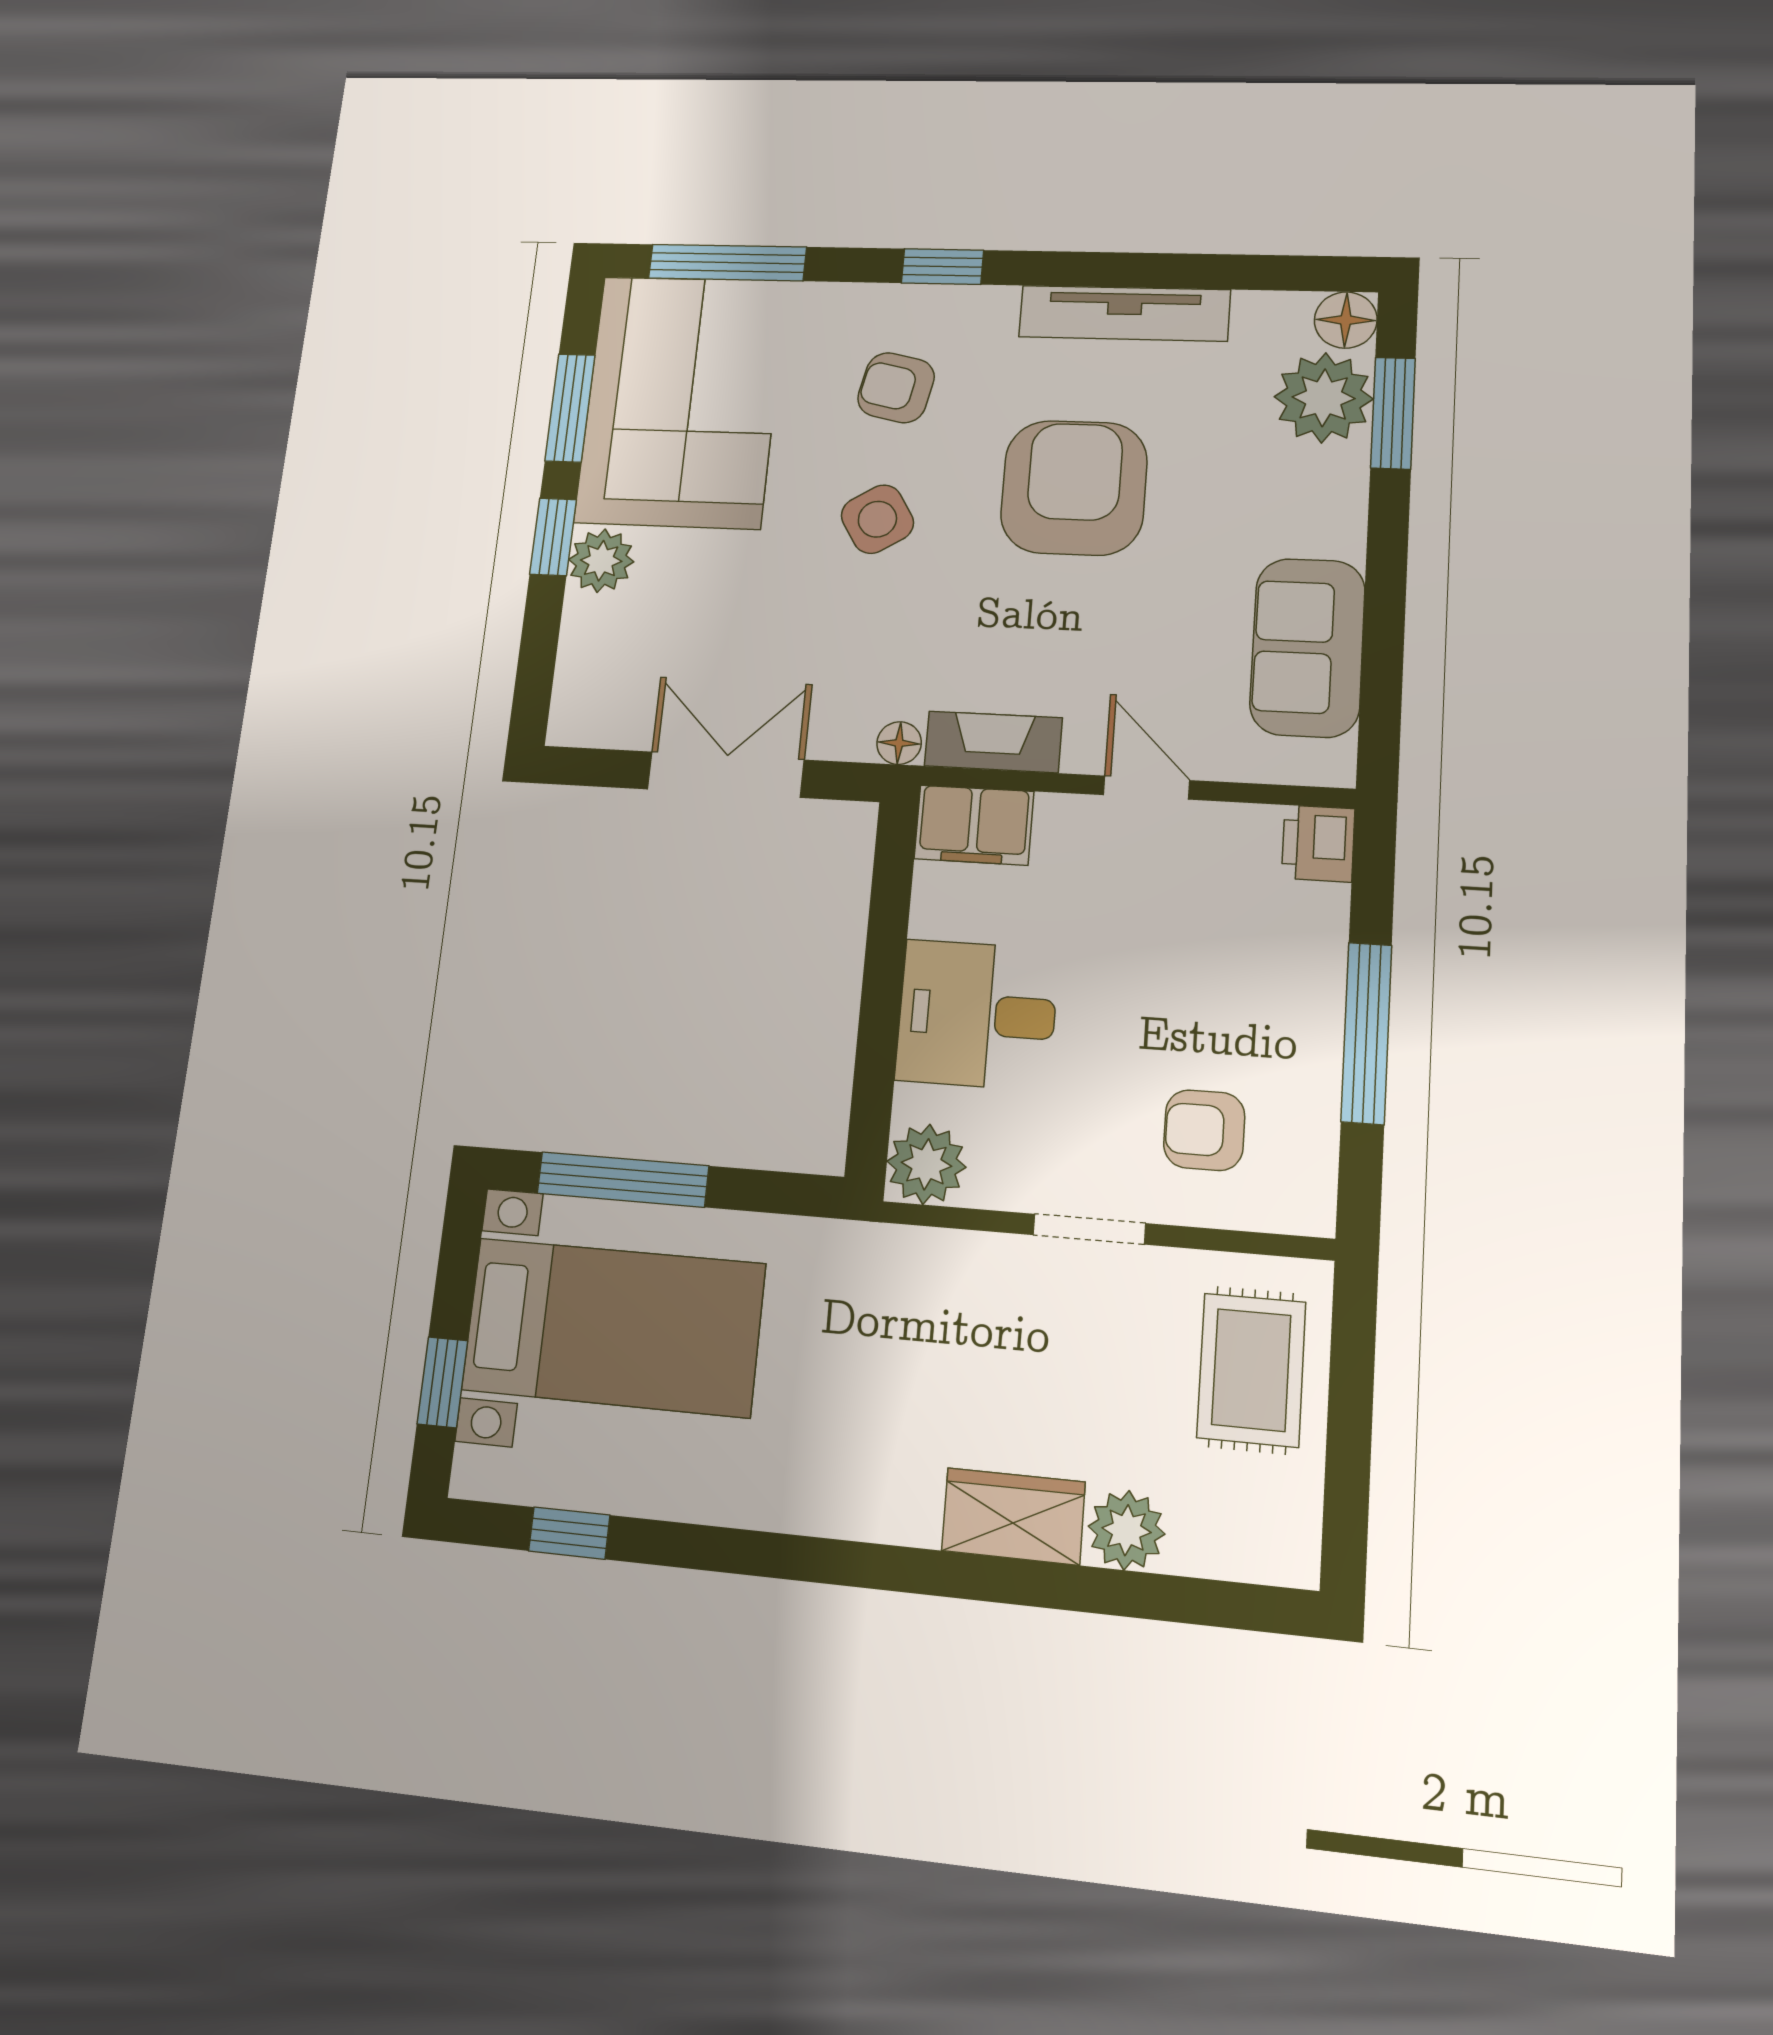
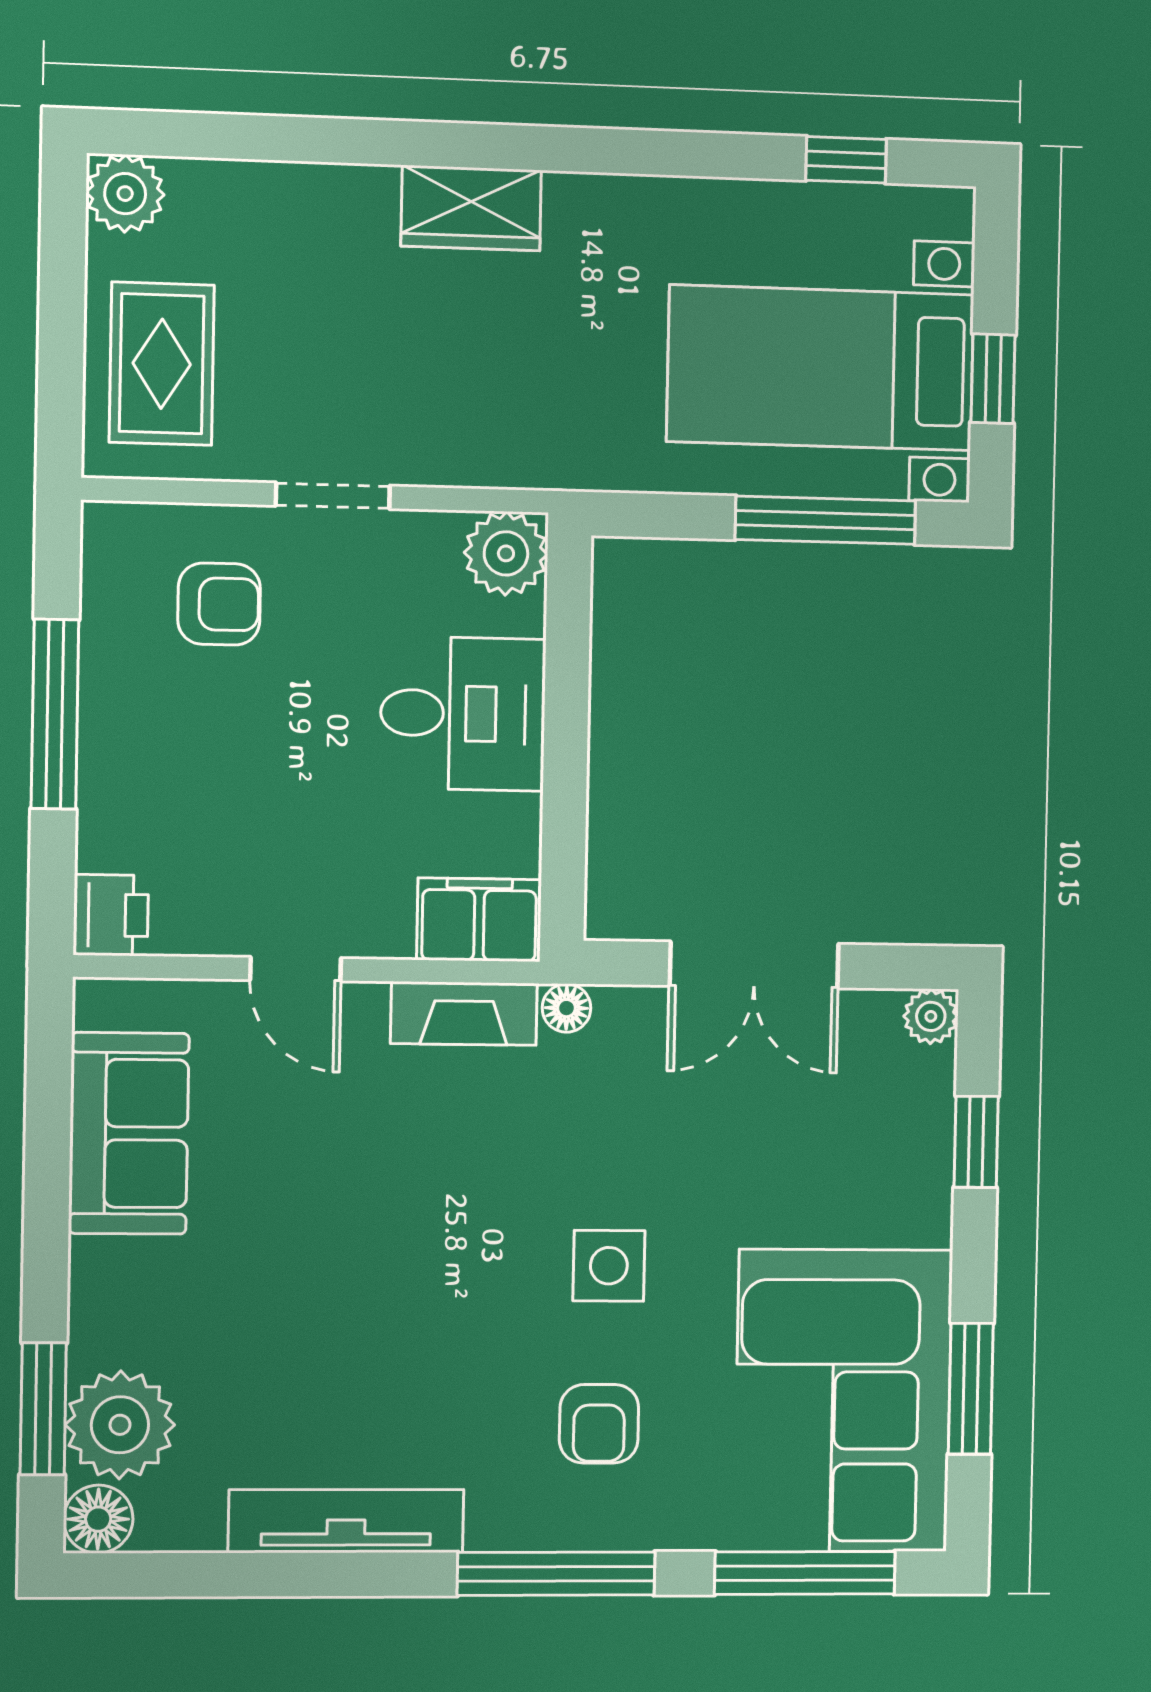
window: (942, 267) -> (556, 1574), width x2.17
armchair: (896, 388) -> (599, 1424), turned 78
armchair: (1074, 488) -> (392, 1310), removed
side table: (877, 519) -> (609, 1266), turned 32
window: (553, 537) -> (976, 1142), moved
plant: (601, 561) -> (931, 1016), moved, width x0.73, depth x0.73
window: (442, 1382) -> (993, 379), moved
wardrobe: (1013, 1516) -> (471, 208), moved
plant: (1127, 1530) -> (125, 194), moved

